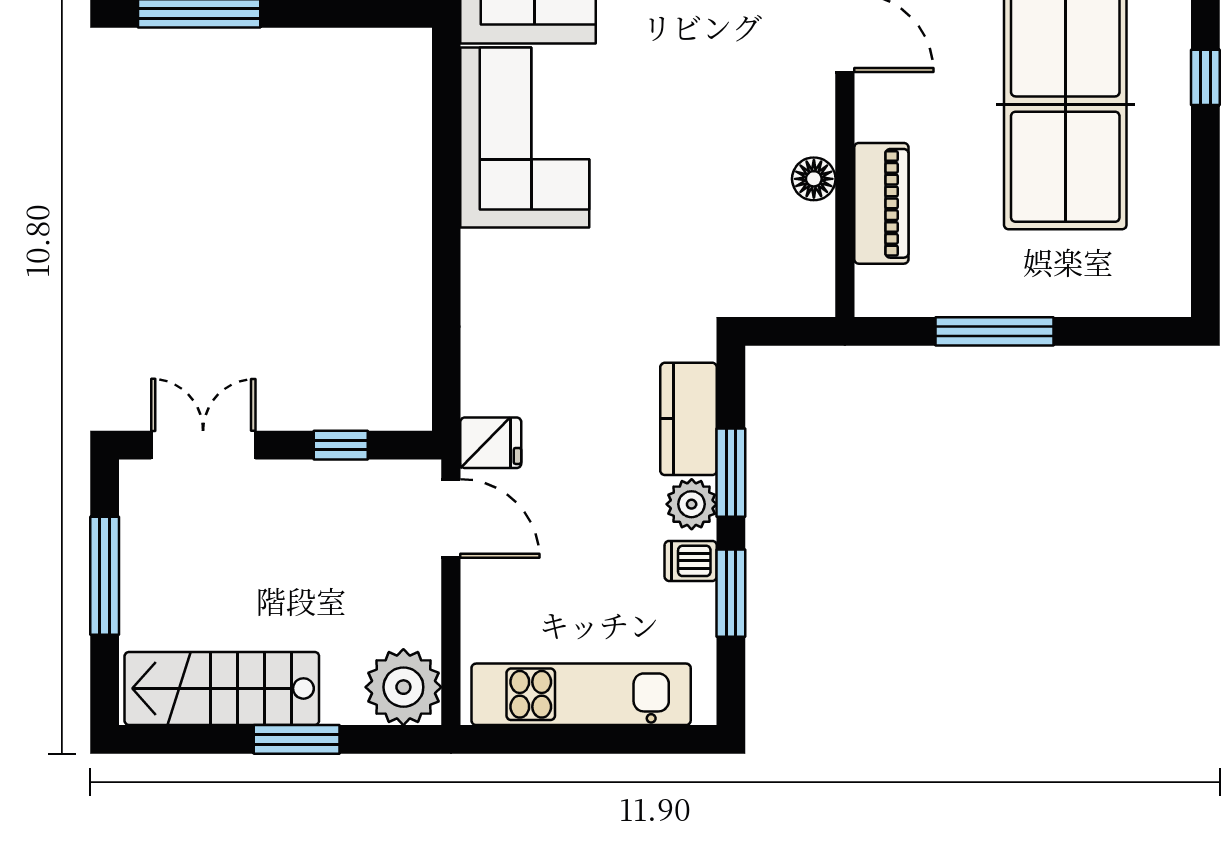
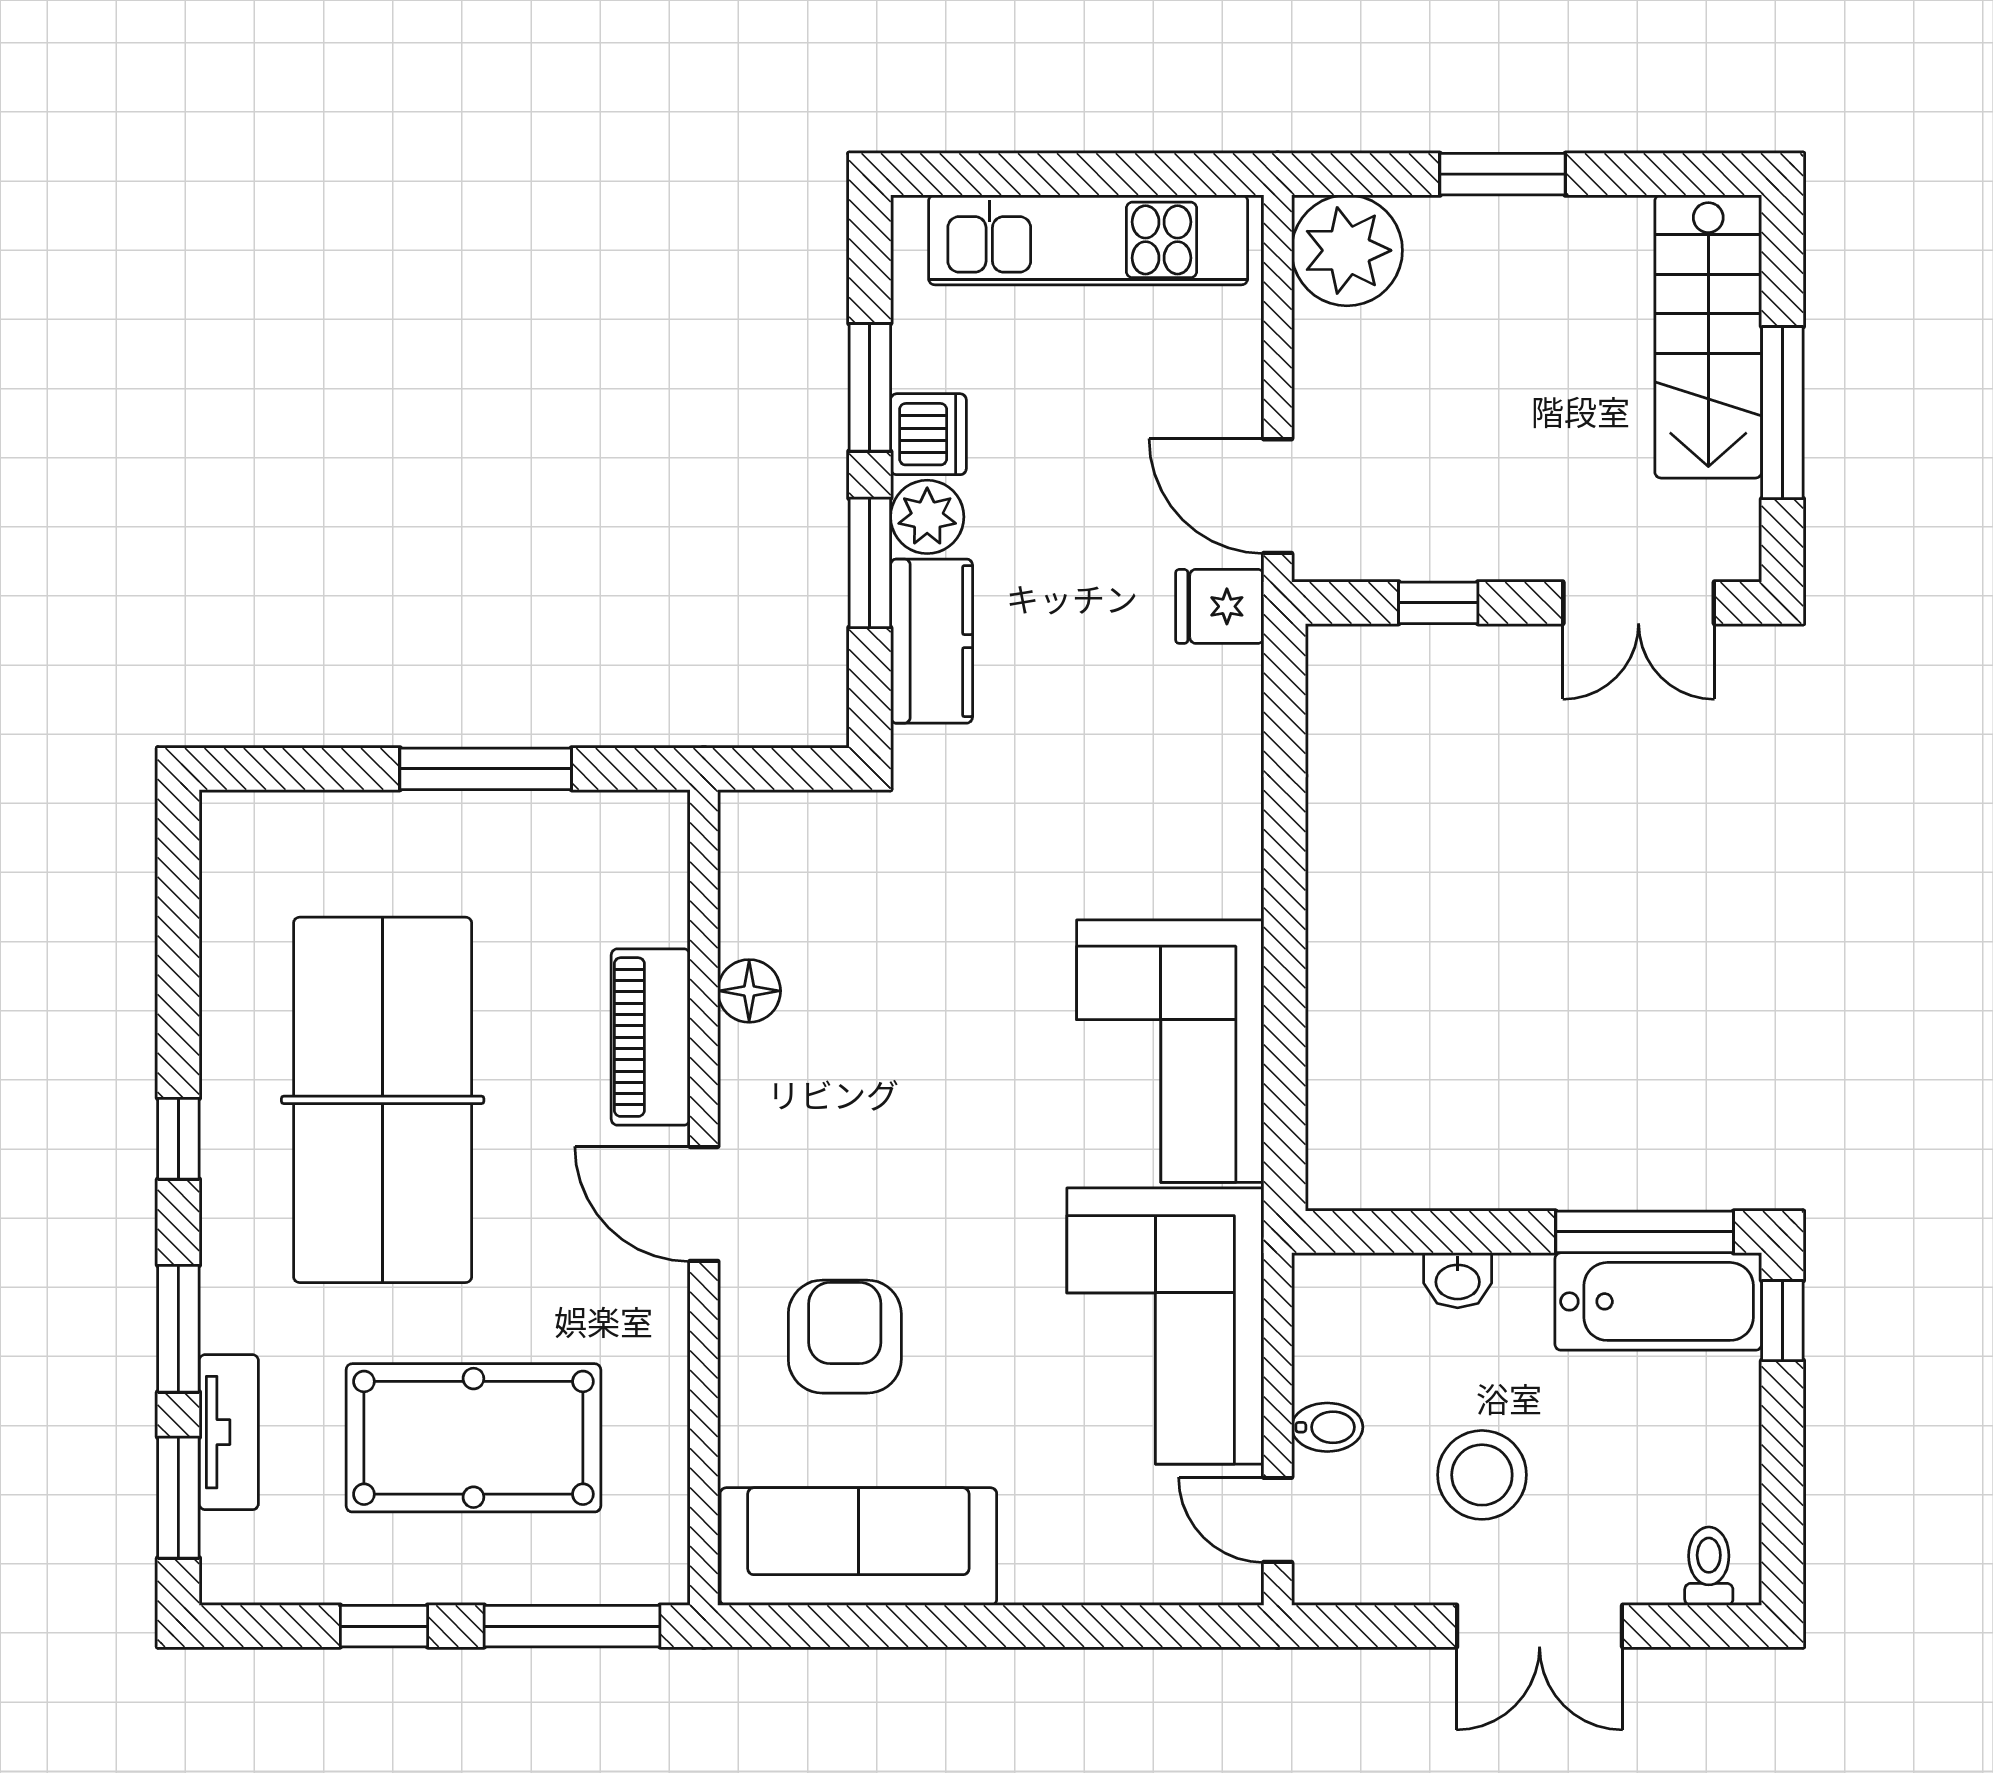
piano: (881, 203) -> (651, 1037), moved
dishwasher: (691, 561) -> (928, 434), width x1.38
stairs: (222, 688) -> (1708, 336), moved, turned 90

